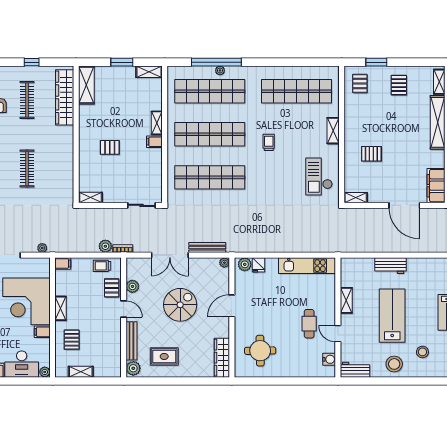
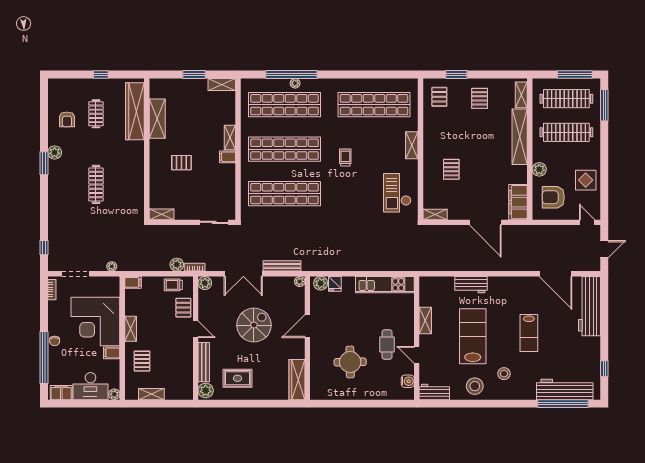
shelving: (86, 85) -> (157, 119), moved
clothes rail: (27, 100) -> (96, 114), width x0.73
pallet: (371, 154) -> (451, 169), turned 90
plant: (132, 286) -> (205, 283), moved
round table: (260, 351) -> (350, 362), moved

